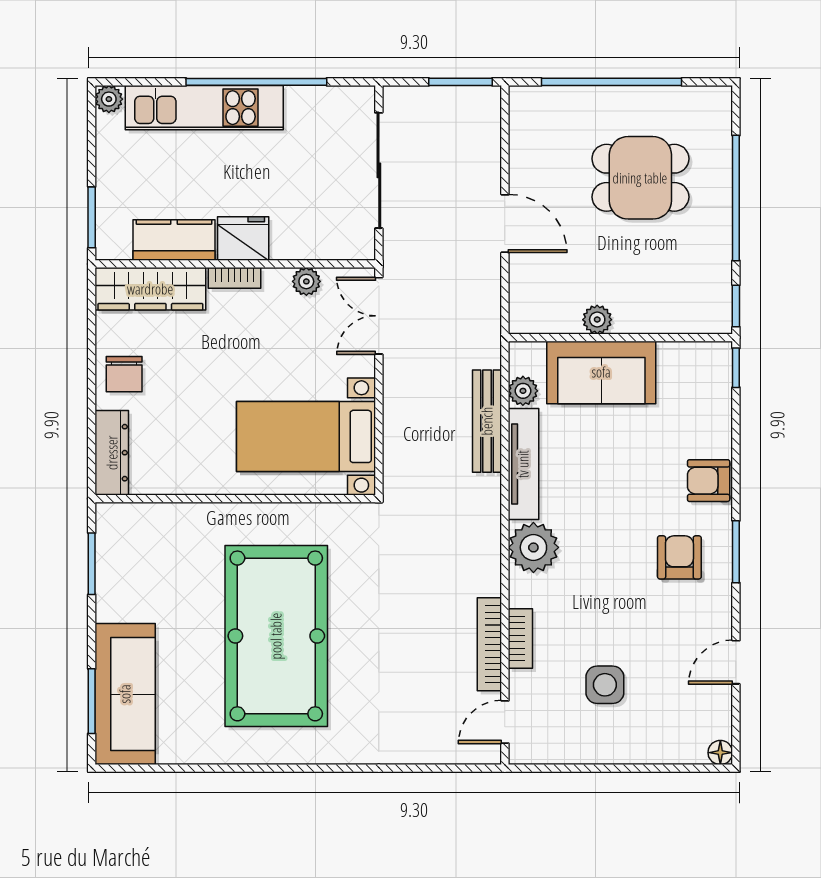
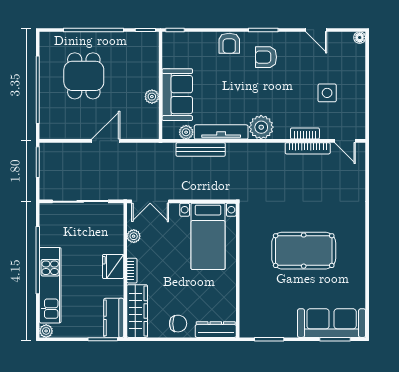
kitchen counter: (174, 240) -> (114, 318), moved
pool table: (276, 636) -> (304, 251), width x0.73, depth x0.76

